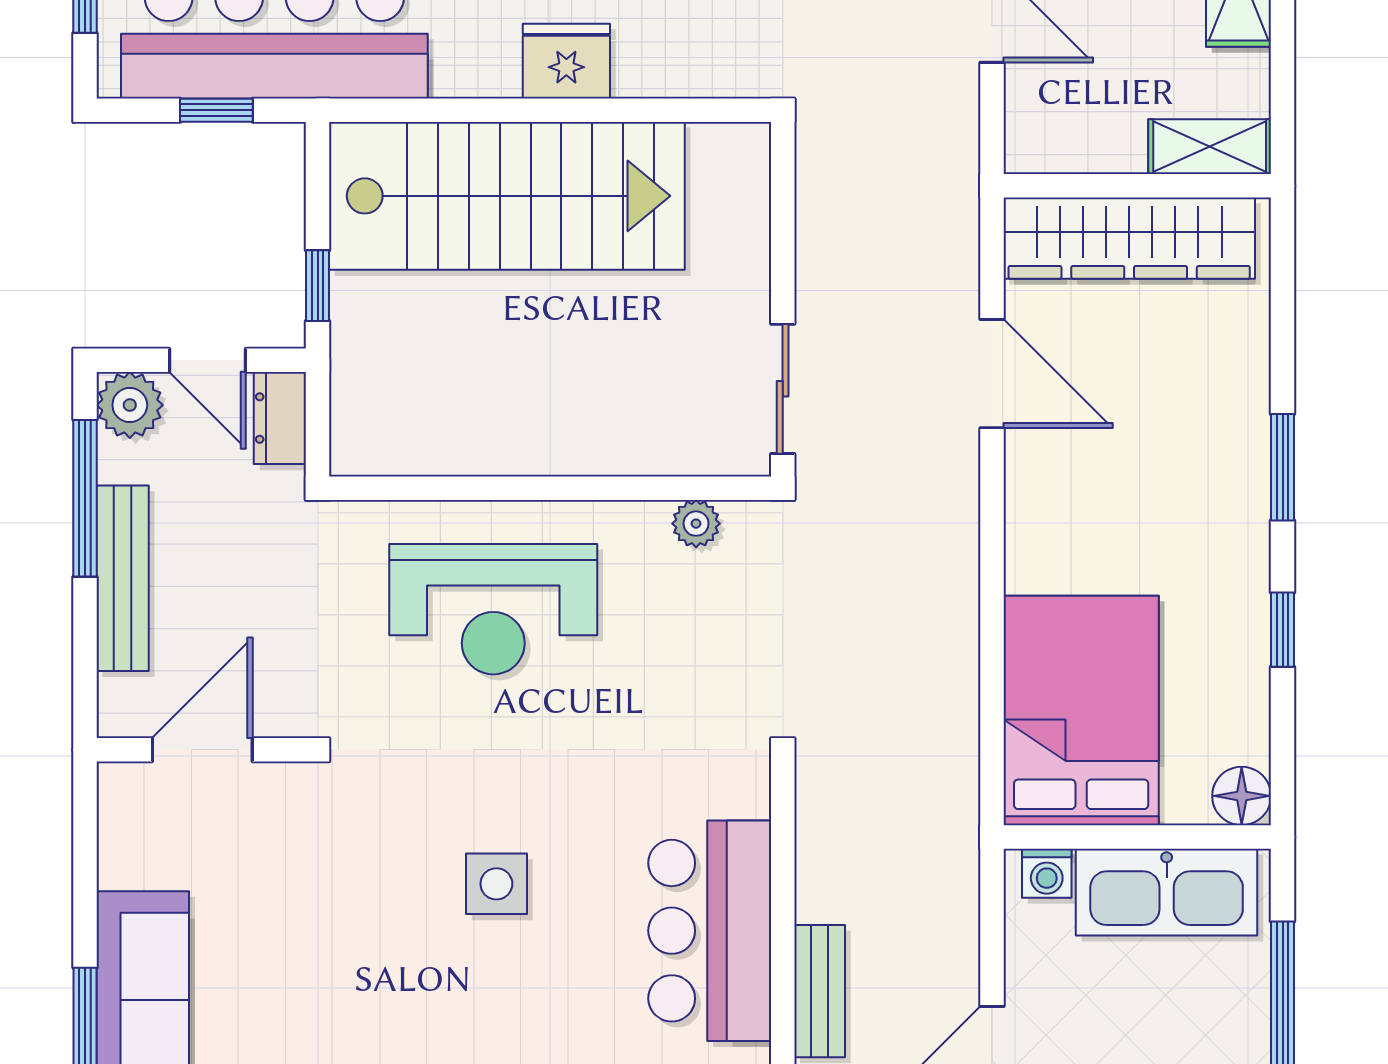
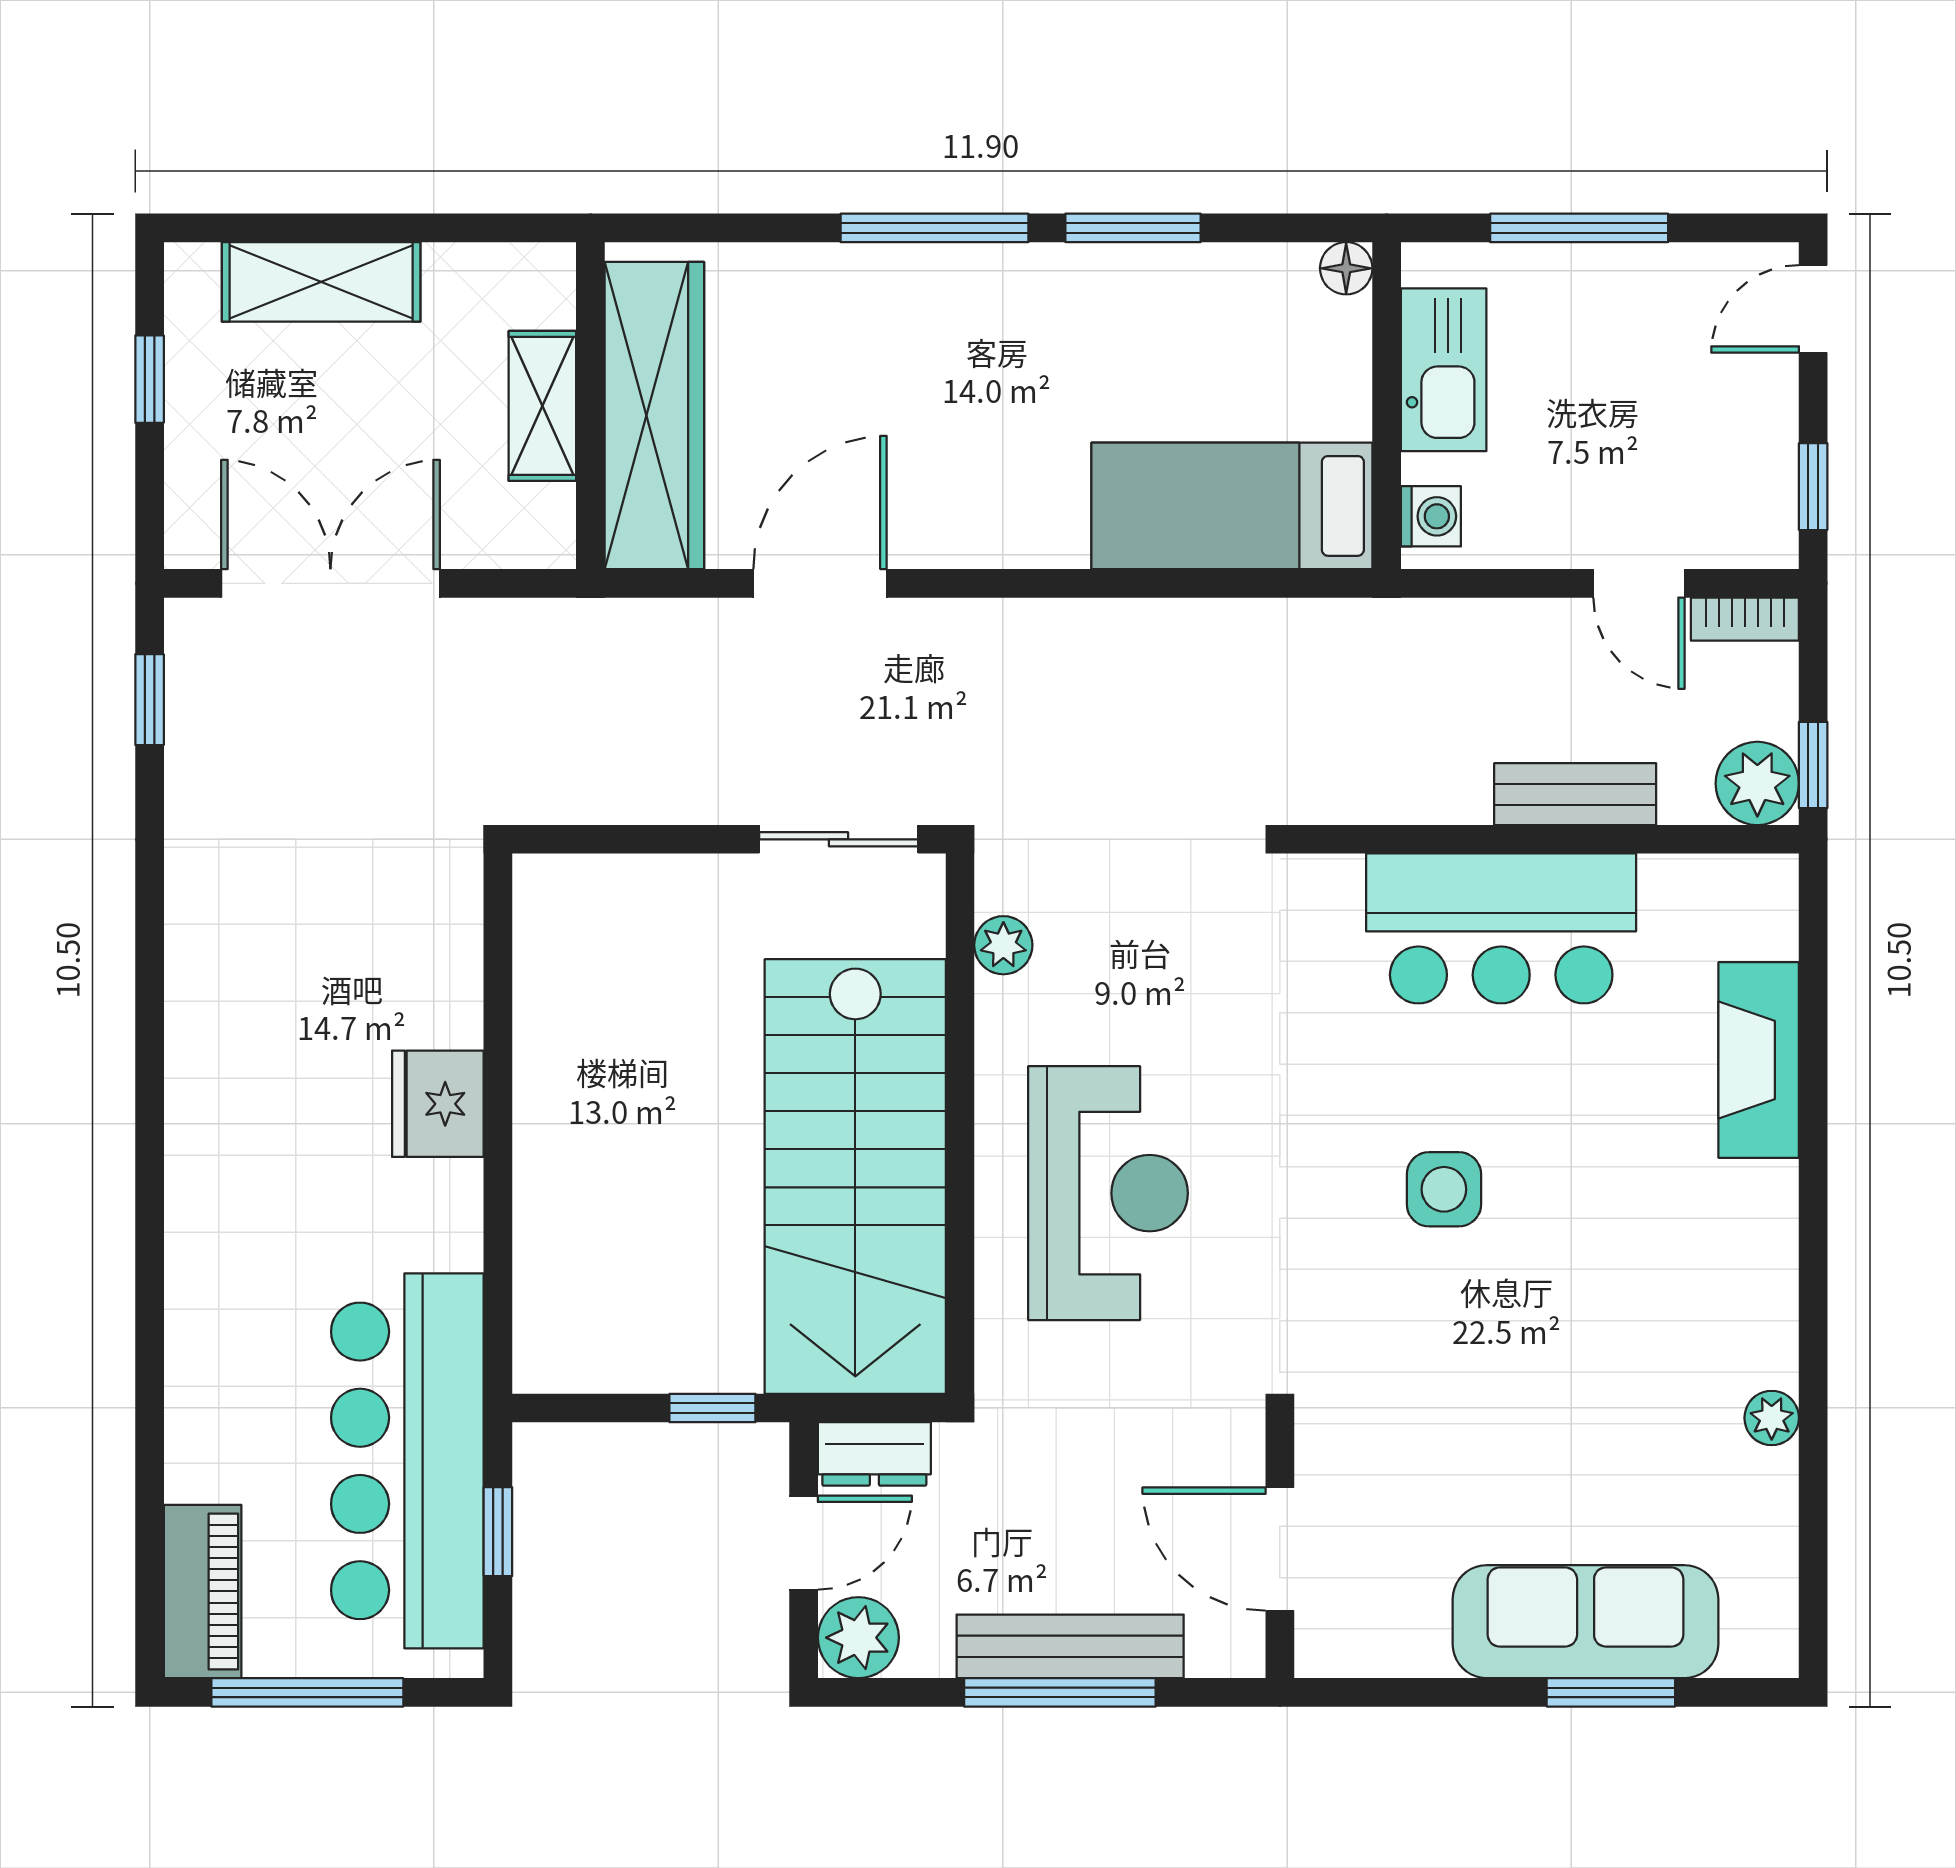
shelving: (1210, 147) -> (542, 406), moved
stairs: (507, 196) -> (855, 1176), moved, turned 180
window: (1283, 467) -> (934, 228), width x1.44
window: (85, 498) -> (1060, 1692), moved
window: (1283, 630) -> (1133, 228), width x1.50
bed: (1081, 710) -> (1232, 506), width x0.67
floor lamp: (1242, 796) -> (1346, 268), width x0.73, depth x0.73
kitchen sink: (1167, 892) -> (1444, 370), width x0.73, depth x0.81

